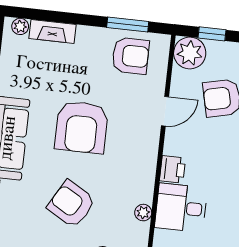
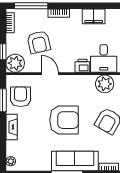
fireplace: (52, 31) -> (12, 127), moved
plant: (143, 213) -> (105, 84), width x1.88, depth x1.88

